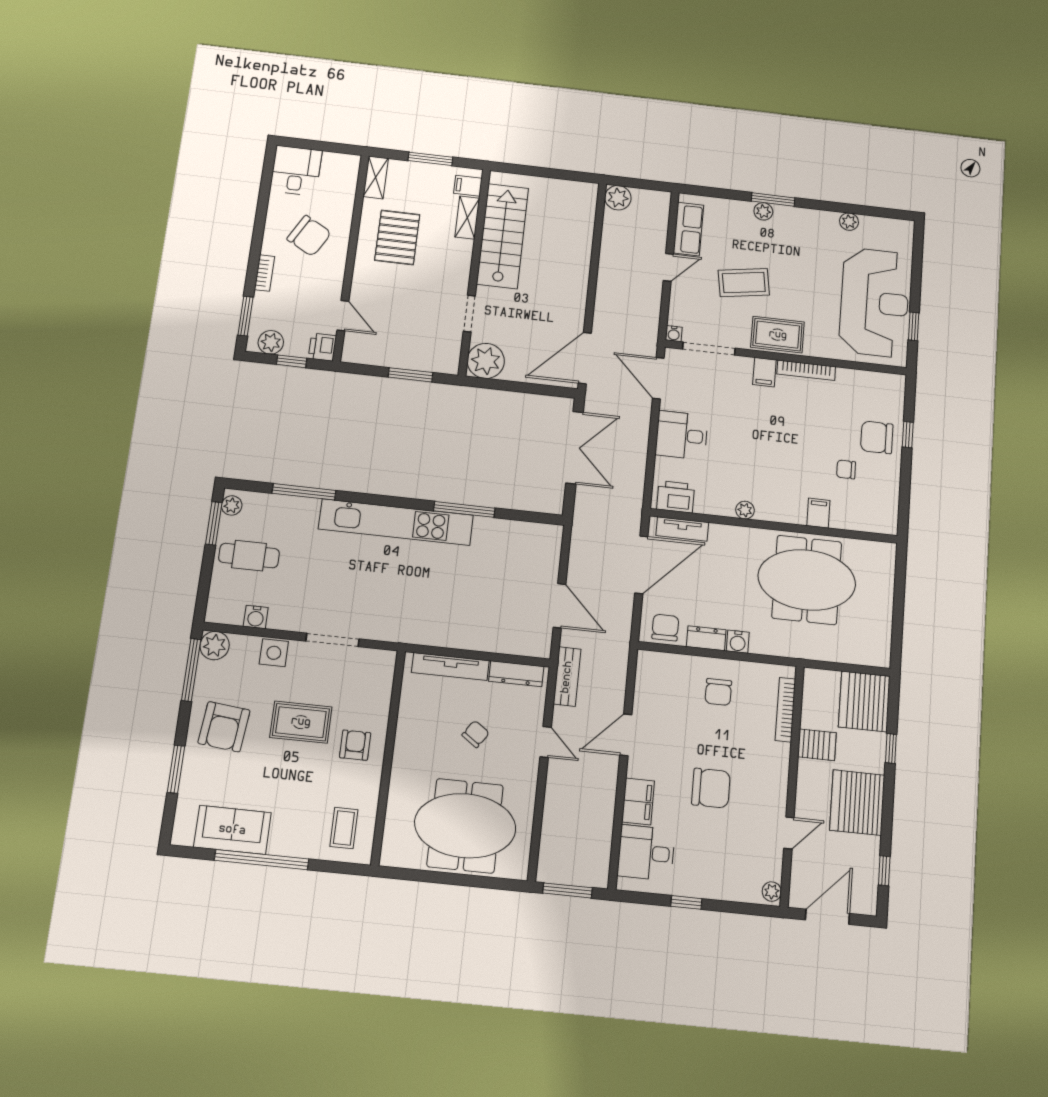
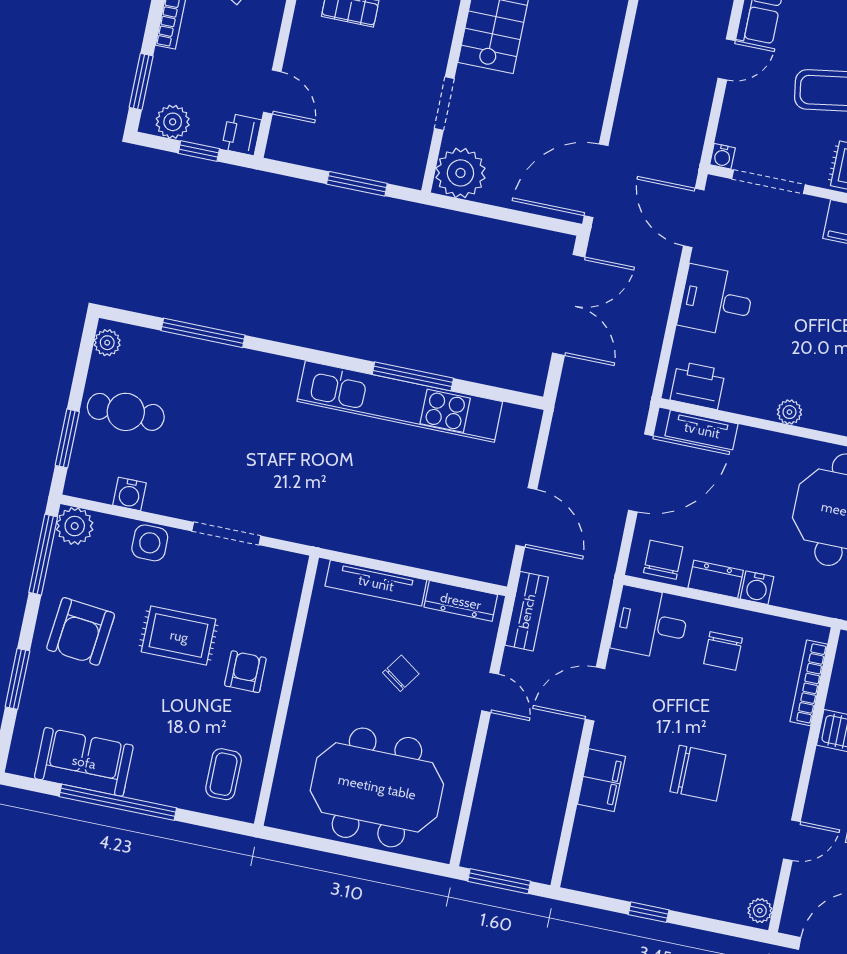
kitchen unit: (396, 522) -> (400, 401), moved
window: (214, 523) -> (67, 438), moved
desk: (646, 853) -> (650, 623), moved

